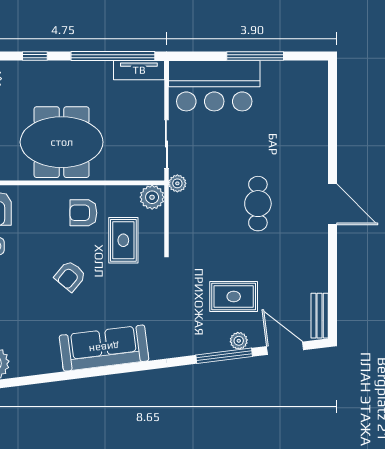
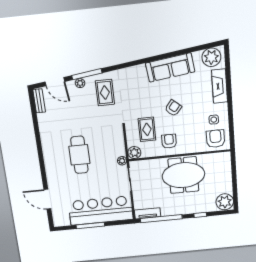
bar counter: (214, 86) -> (101, 210), width x1.36
cafe table: (258, 204) -> (79, 155), width x1.37, depth x1.35
door: (333, 204) -> (47, 199), moved
armchair: (83, 213) -> (169, 141), turned -90
rug: (234, 296) -> (105, 93), moved, turned 90
sofa: (104, 348) -> (170, 67), moved

